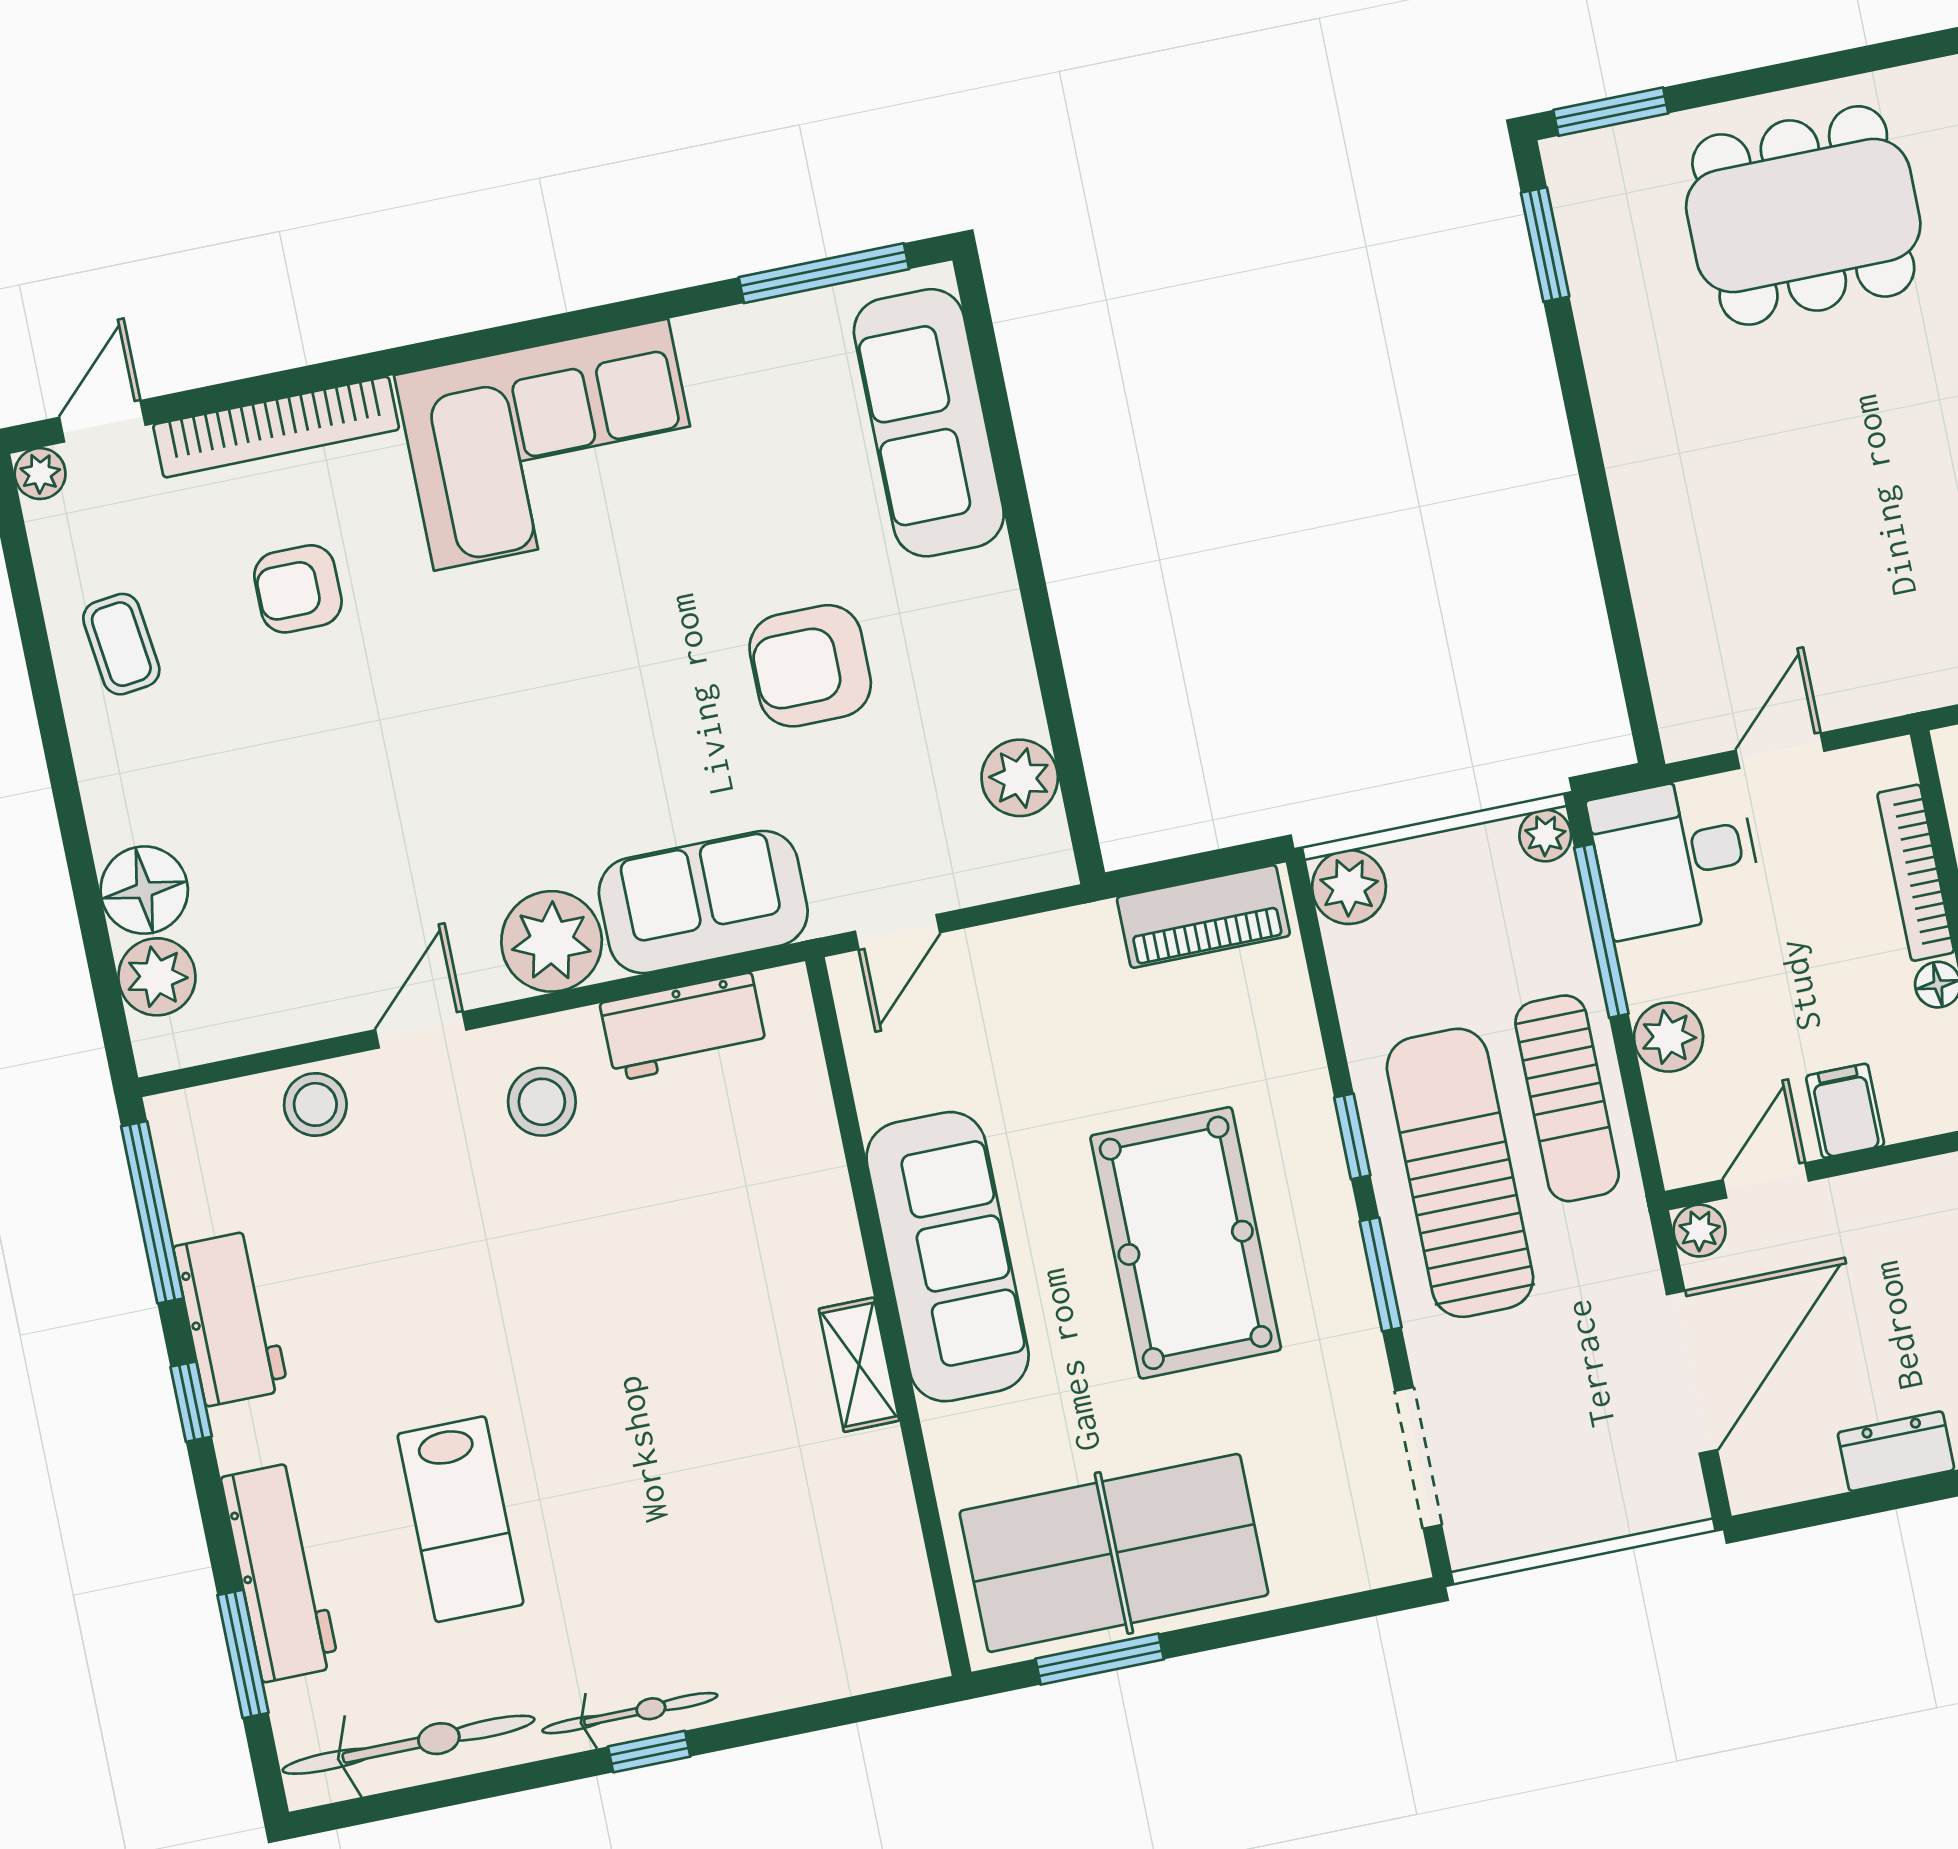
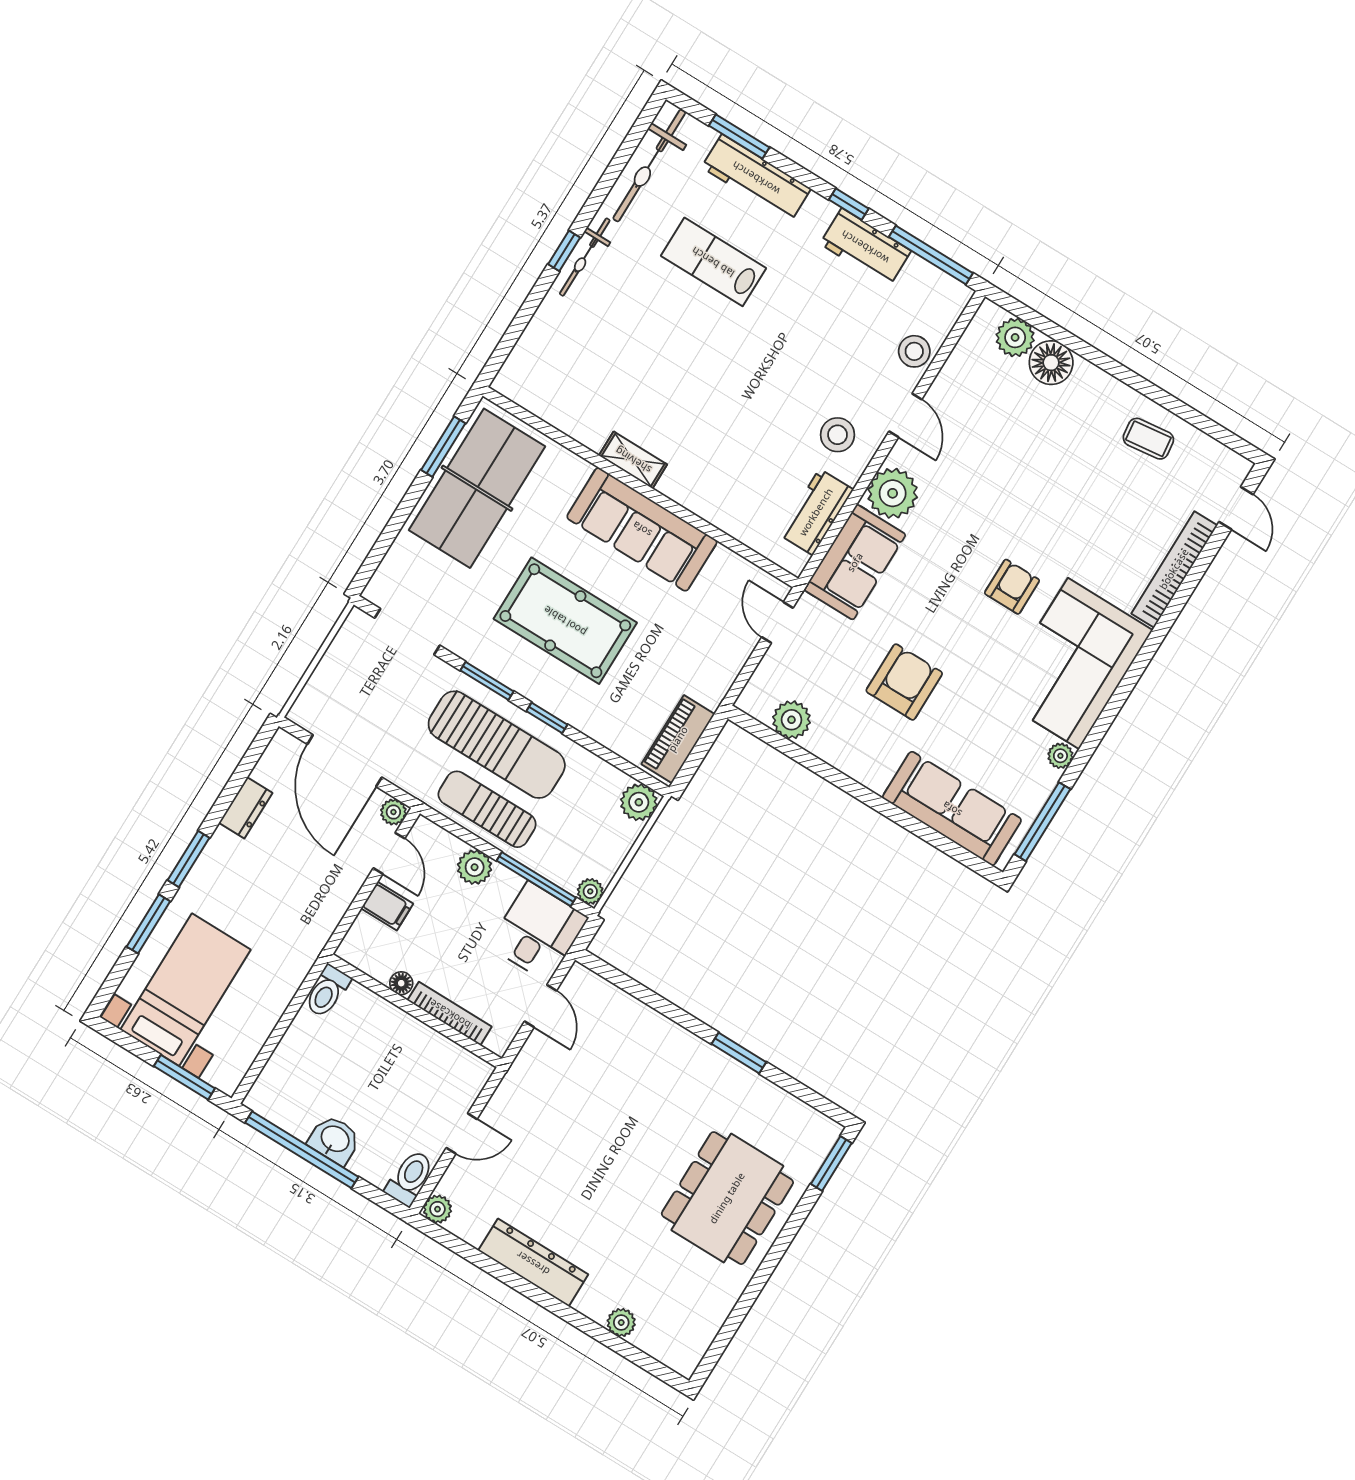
window: (1545, 245) -> (739, 1053), moved
plant: (40, 474) -> (1060, 756), moved
armchair: (298, 589) -> (1012, 587), moved

